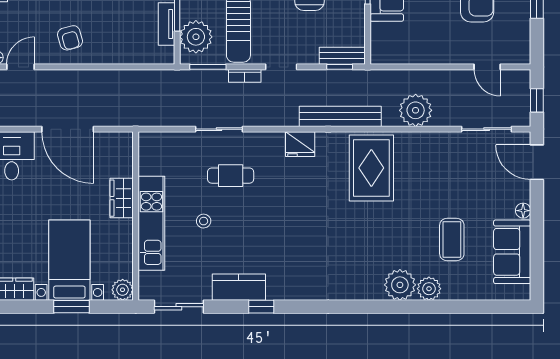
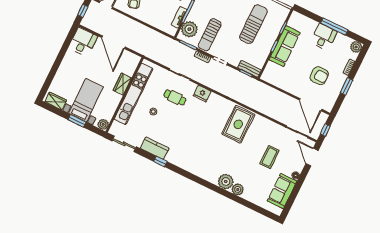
door: (487, 67) -> (311, 105), width x1.87
plant: (416, 110) -> (270, 108), removed
bench: (340, 116) -> (236, 95), removed
fridge: (300, 144) -> (202, 94), moved
kitchen unit: (151, 223) -> (134, 94), width x1.36
coffee table: (452, 240) -> (269, 157), moved

